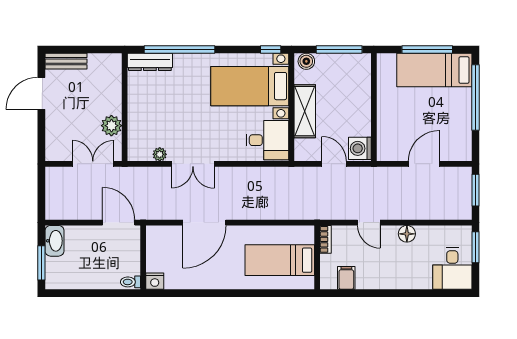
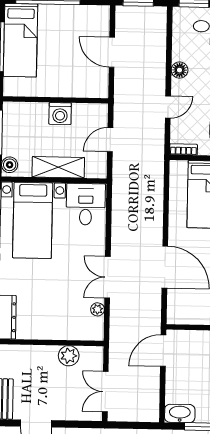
washing machine: (360, 148) -> (60, 114), moved
double door: (93, 164) -> (105, 392), moved
double door: (193, 164) -> (108, 277), swing flipped

